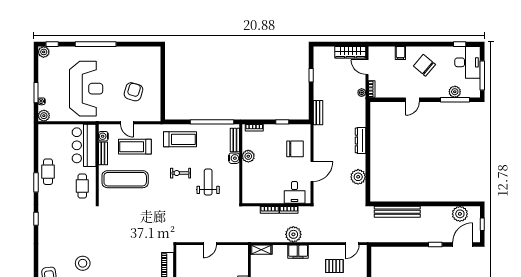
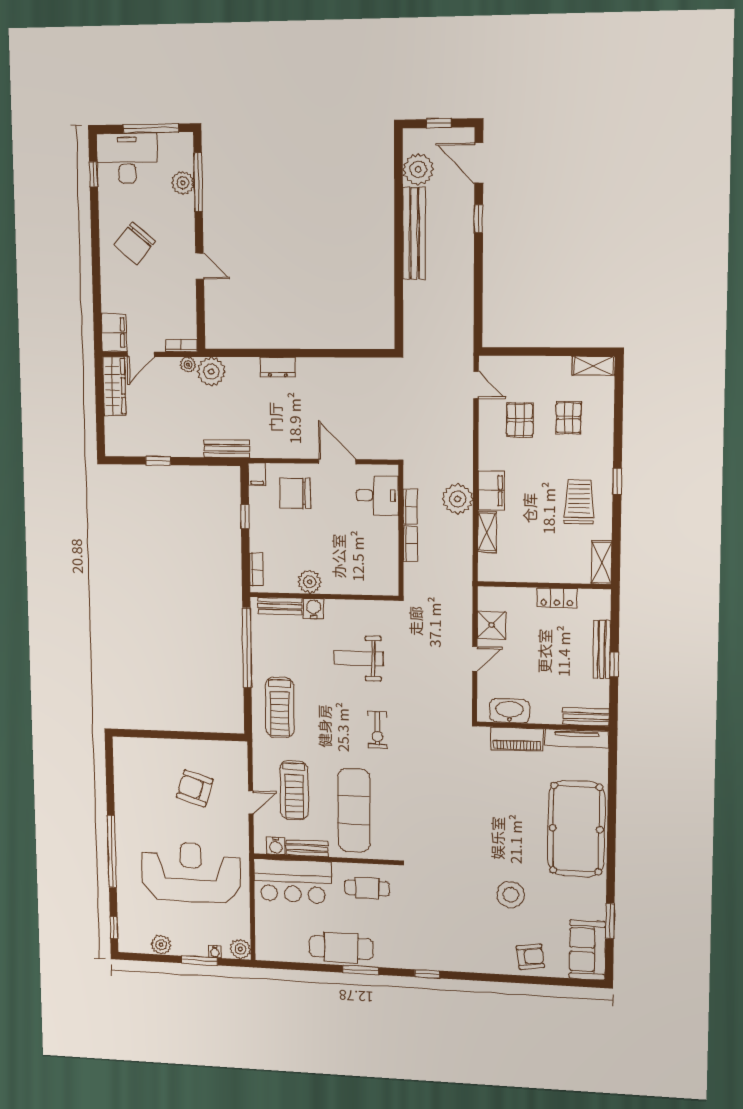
plant: (44, 52) -> (161, 945), moved
filing cabinet: (400, 53) -> (114, 333), moved, width x2.00
filing cabinet: (305, 129) -> (257, 475), added
treadmill: (180, 139) -> (280, 707), turned 180
dresser: (361, 140) -> (278, 367), width x0.70
chair: (295, 149) -> (295, 493), turned -90
cafe table: (48, 172) -> (341, 948), width x1.37, depth x1.35
exercise bike: (181, 173) -> (377, 730), moved
plant: (358, 177) -> (211, 372), moved
bench: (397, 212) -> (414, 233), moved
door: (210, 244) -> (475, 659), hinge flipped
shelving: (261, 250) -> (487, 532), moved
shower: (228, 252) -> (491, 625), added
washbasin: (183, 262) -> (510, 711), added

